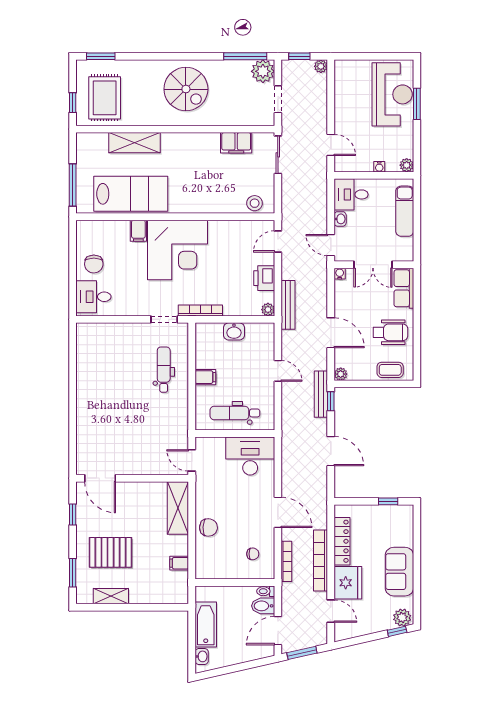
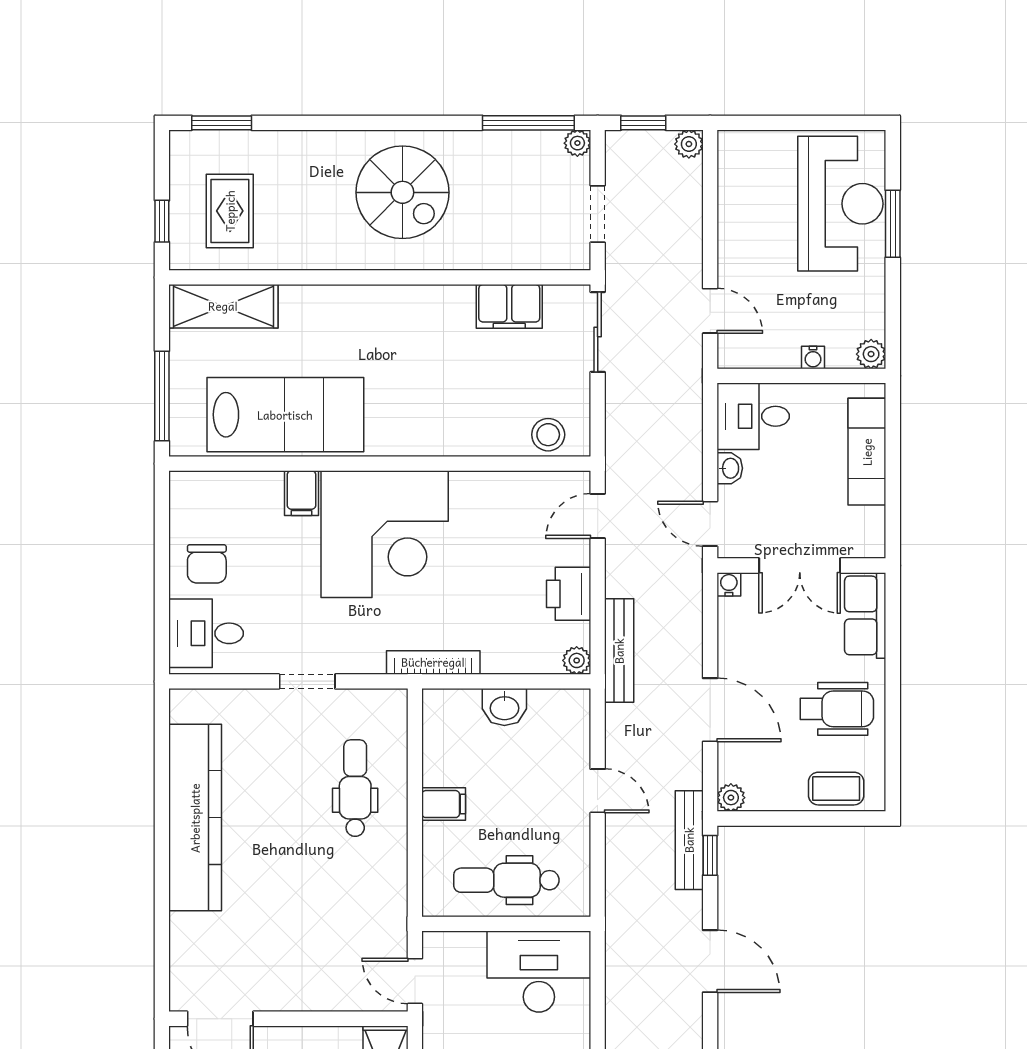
plant: (263, 71) -> (577, 143), width x0.53, depth x0.53
rug: (105, 98) -> (230, 211), width x0.73, depth x0.70
shelving: (134, 143) -> (223, 306), moved
doorway: (164, 319) -> (307, 681), moved
kitchen counter: (88, 384) -> (195, 818), added

